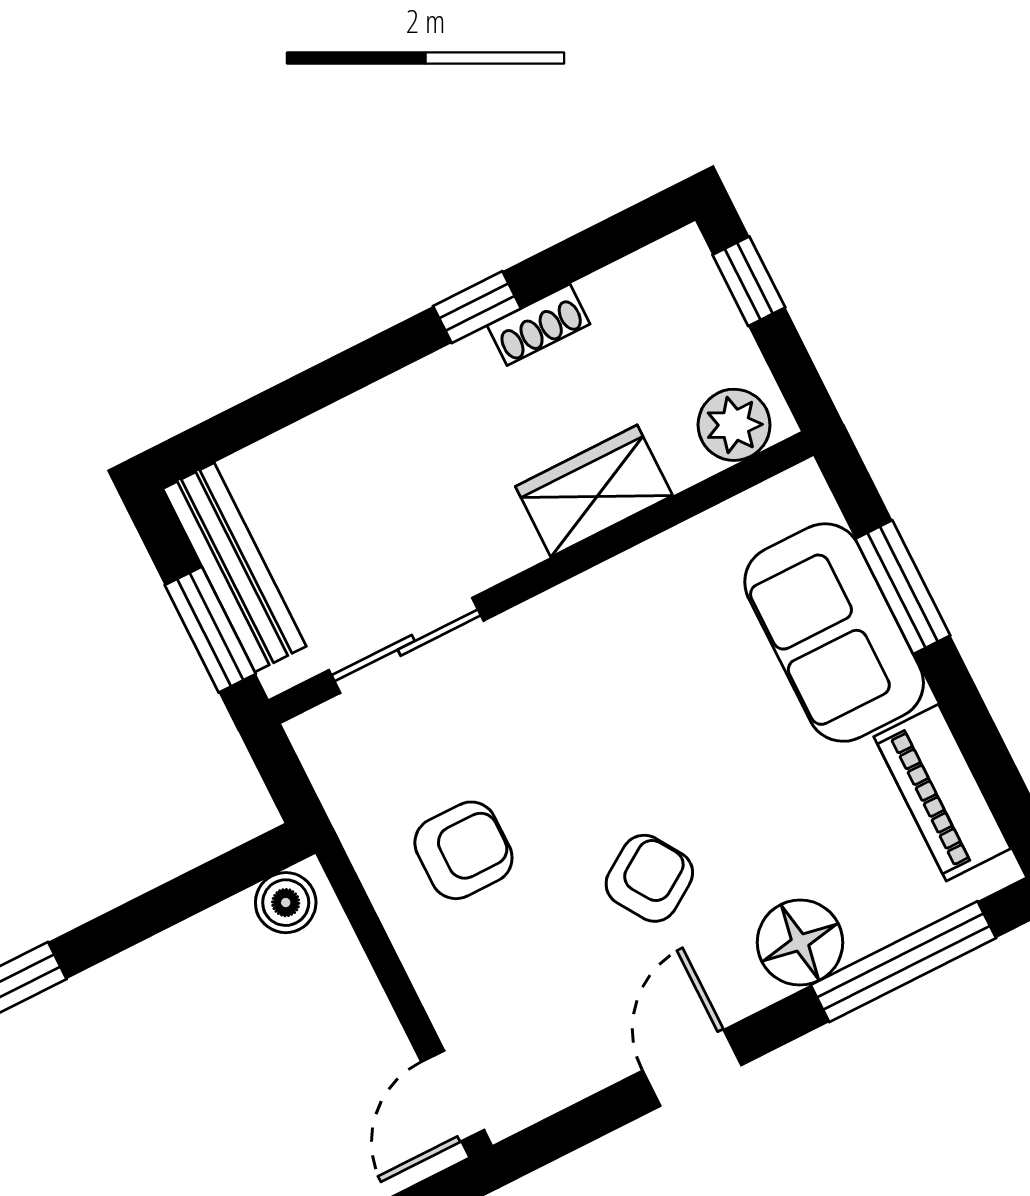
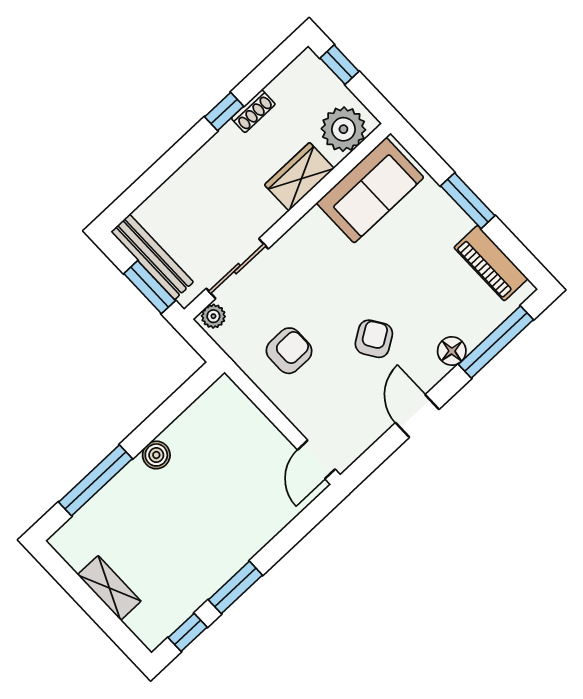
plant: (734, 425) -> (343, 129), width x1.36, depth x1.36
window: (903, 587) -> (468, 201), moved
sofa: (834, 633) -> (370, 190), moved, turned -90
plant: (326, 730) -> (213, 316), added
boiler: (286, 903) -> (156, 455), moved
floor lamp: (800, 943) -> (452, 351), width x0.73, depth x0.73

